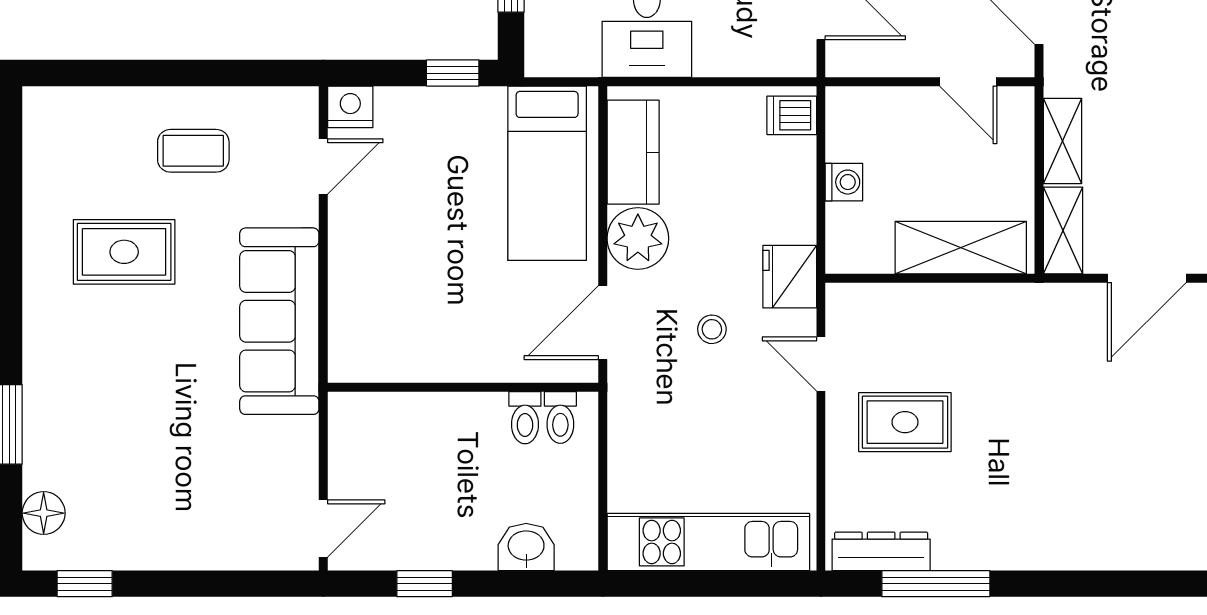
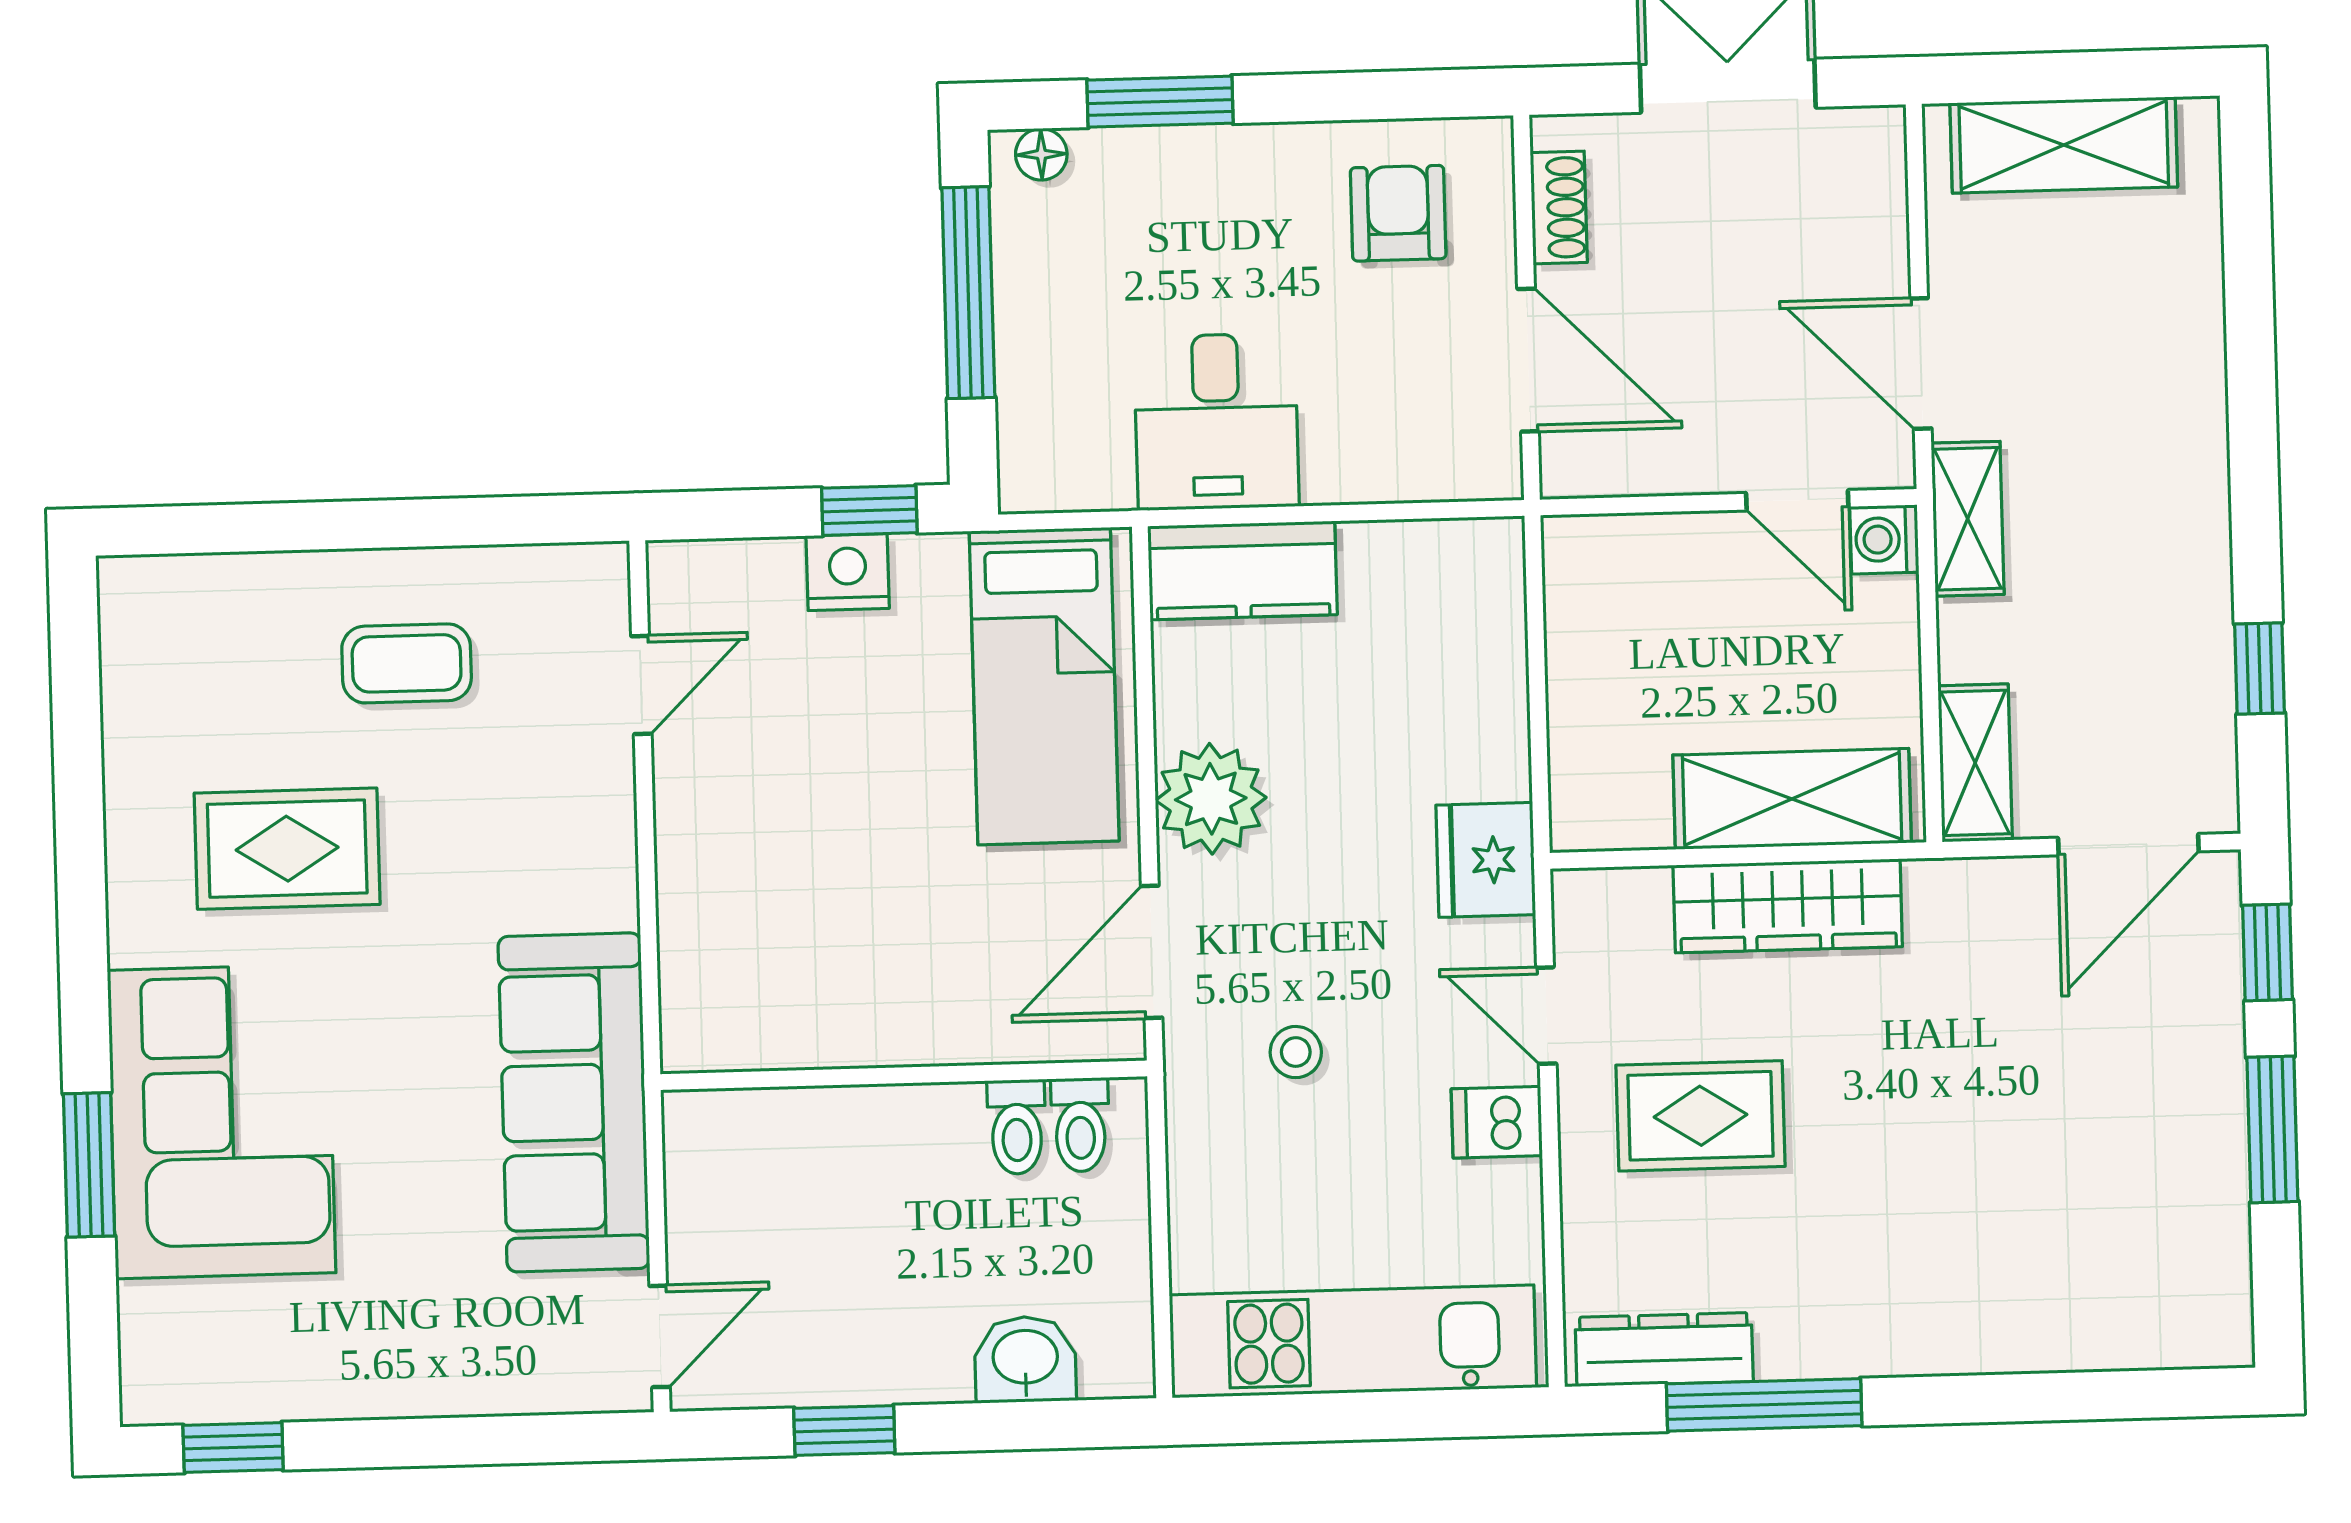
nightstand: (350, 107) -> (848, 572), moved
dishwasher: (792, 115) -> (1497, 1122), moved
shelving: (1063, 141) -> (1968, 519), moved
kitchen counter: (633, 152) -> (1242, 570), moved, turned 90
washing machine: (844, 182) -> (1884, 539), moved, turned 180
wardrobe: (957, 307) -> (1788, 906), added
sofa: (279, 321) -> (574, 1102), moved
stool: (712, 329) -> (1296, 1052), moved
corner sofa: (83, 402) -> (222, 1122), added
floor lamp: (44, 513) -> (156, 1323), removed

